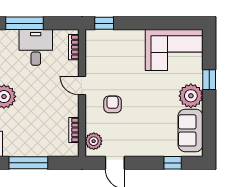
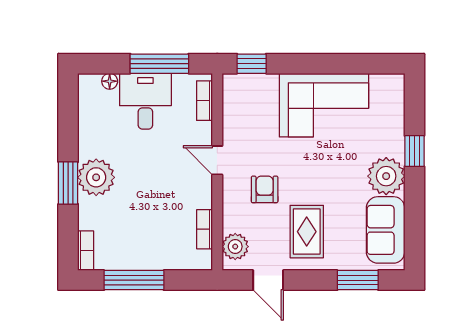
window: (24, 23) -> (159, 64), moved
floor lamp: (13, 35) -> (110, 81), added
corner sofa: (174, 50) -> (324, 105), moved
rug: (140, 131) -> (307, 232), added
window: (173, 163) -> (358, 280), width x1.50

